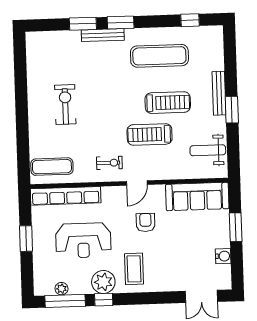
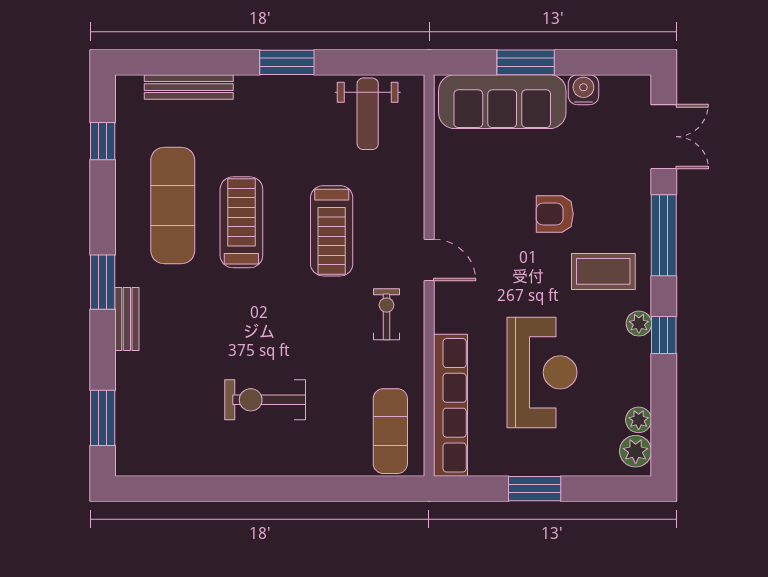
window: (83, 24) -> (103, 418), moved
bench: (103, 35) -> (127, 319), width x0.73
bench: (219, 93) -> (189, 87), moved
treadmill: (168, 103) -> (241, 222), moved
sofa: (197, 197) -> (502, 102), moved, turned 90
armchair: (145, 222) -> (555, 214), moved
plant: (103, 282) -> (639, 324), width x0.53, depth x0.53
plant: (46, 288) -> (636, 451), added
window: (65, 301) -> (664, 235), moved

